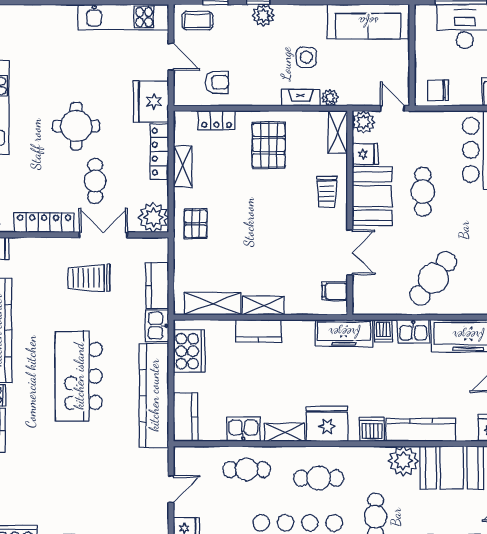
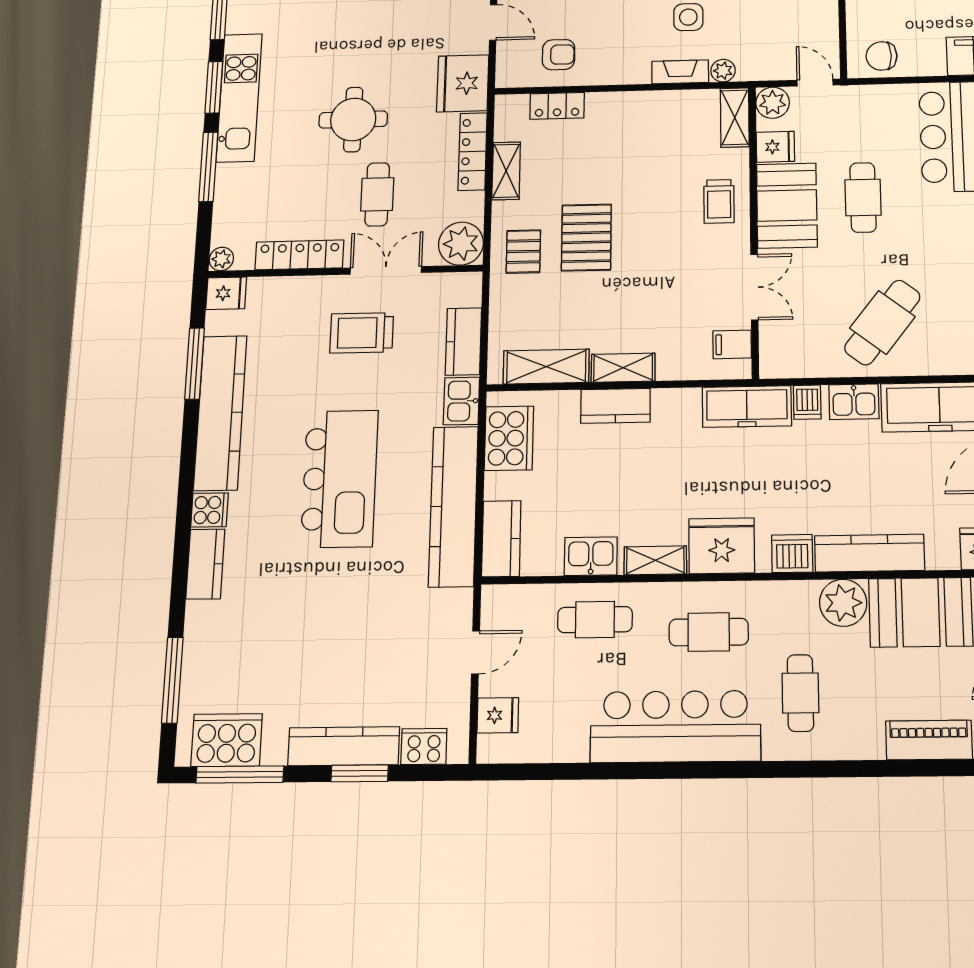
pallet: (269, 145) -> (586, 238), moved
kitchen island: (79, 376) -> (340, 479), turned 180

